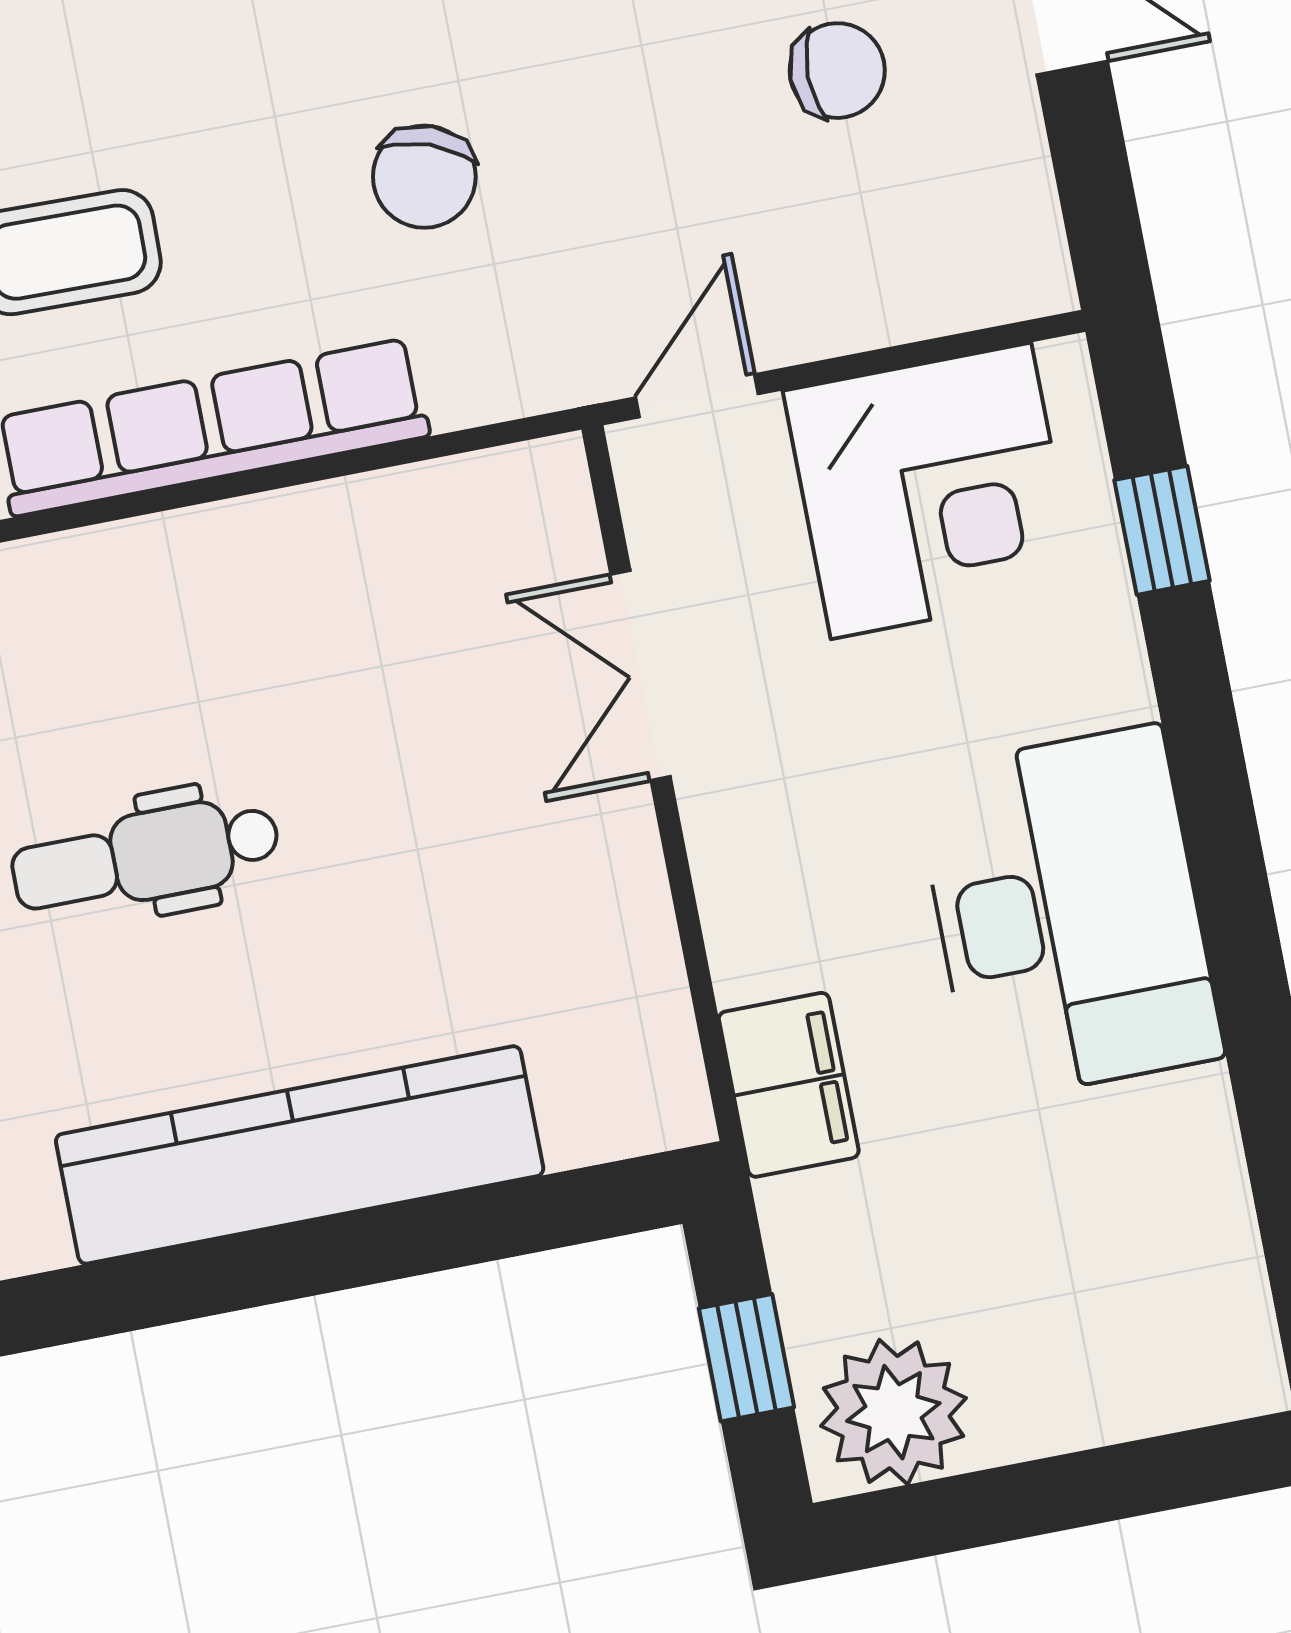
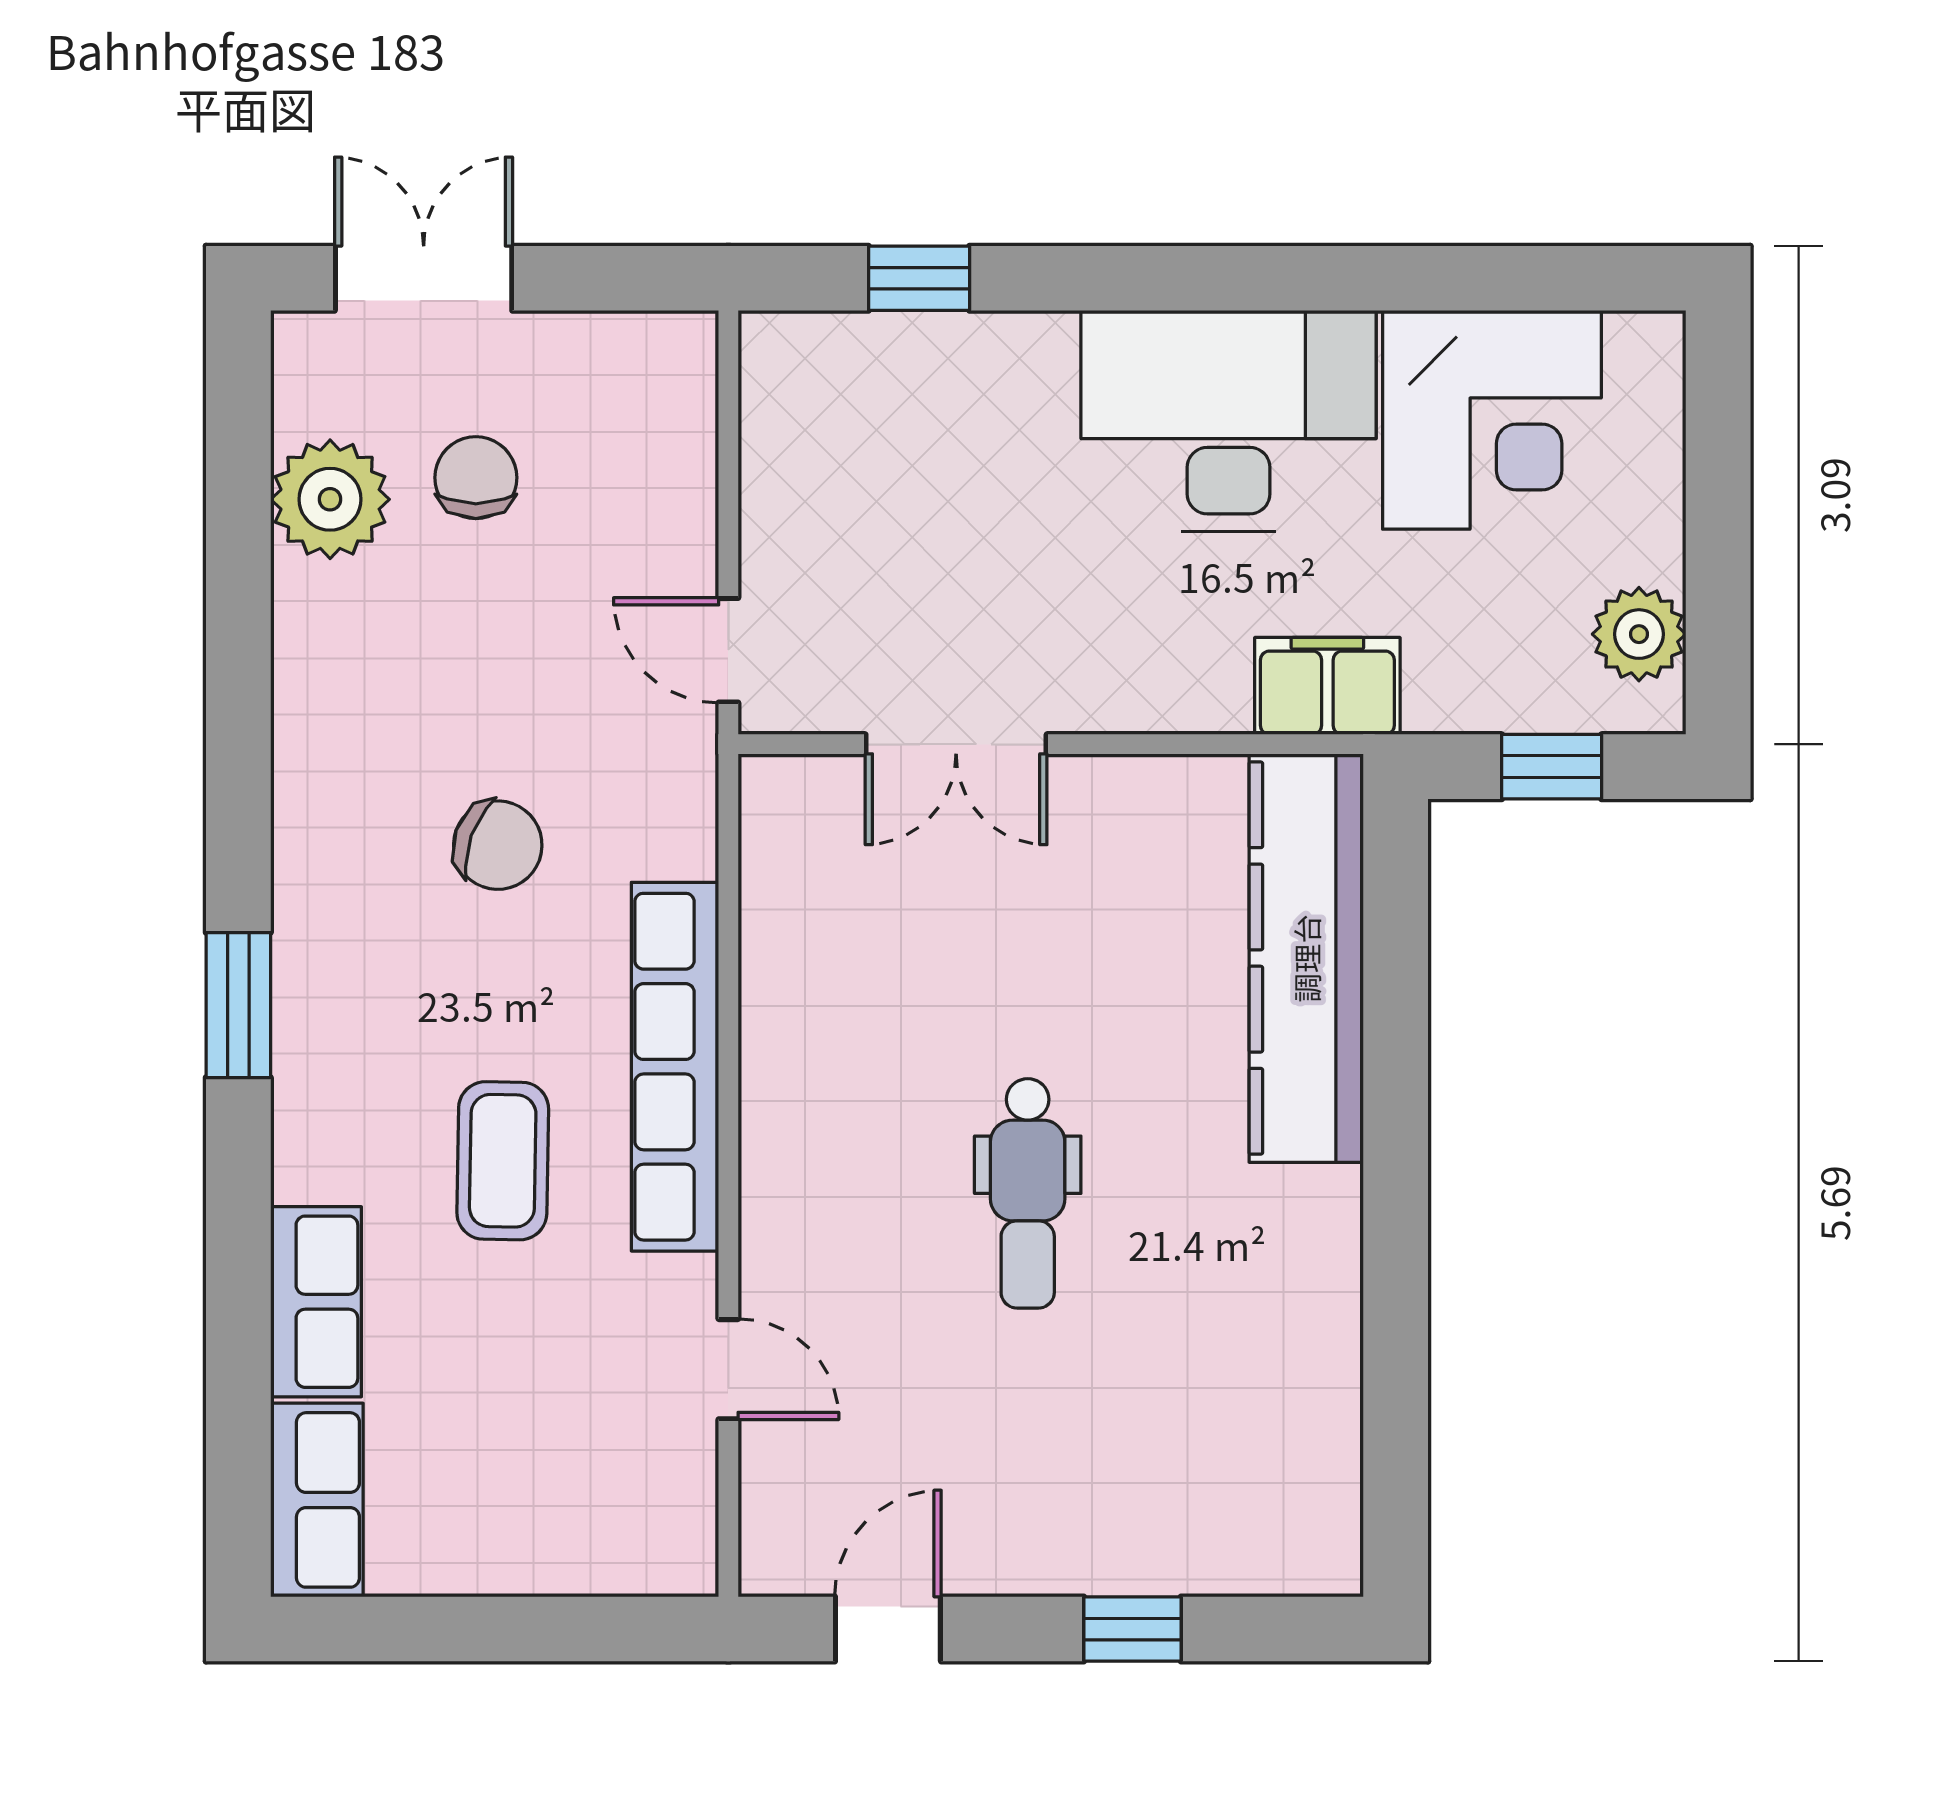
corner desk: (931, 491) -> (1492, 420), moved, turned 90
kitchen counter: (300, 1155) -> (1306, 958), moved
plant: (893, 1412) -> (1639, 634), width x0.73, depth x0.73

